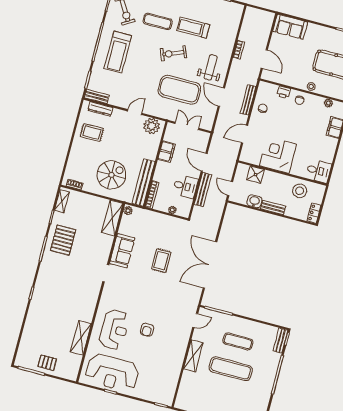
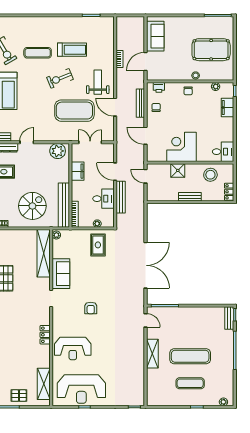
sofa: (290, 27) -> (155, 36), moved, turned -90
treadmill: (193, 28) -> (72, 50), turned 180
door: (264, 59) -> (145, 61), swing flipped
printer: (284, 92) -> (159, 87), moved
door: (135, 112) -> (27, 142), moved
door: (244, 134) -> (145, 136), hinge flipped
shower: (256, 175) -> (178, 170), moved
door: (230, 189) -> (145, 176), moved
washbasin: (254, 201) -> (171, 195), removed
shelving: (112, 218) -> (44, 253), width x1.47
rug: (161, 261) -> (98, 245), moved
double door: (210, 265) -> (145, 265), swing flipped
locker: (90, 308) -> (45, 335), added
door: (195, 320) -> (145, 320), hinge flipped
reception desk: (114, 330) -> (73, 348), turned 90
armchair: (147, 330) -> (91, 308), moved
shelving: (81, 338) -> (44, 384), moved
exercise mat: (238, 341) -> (190, 383), moved

